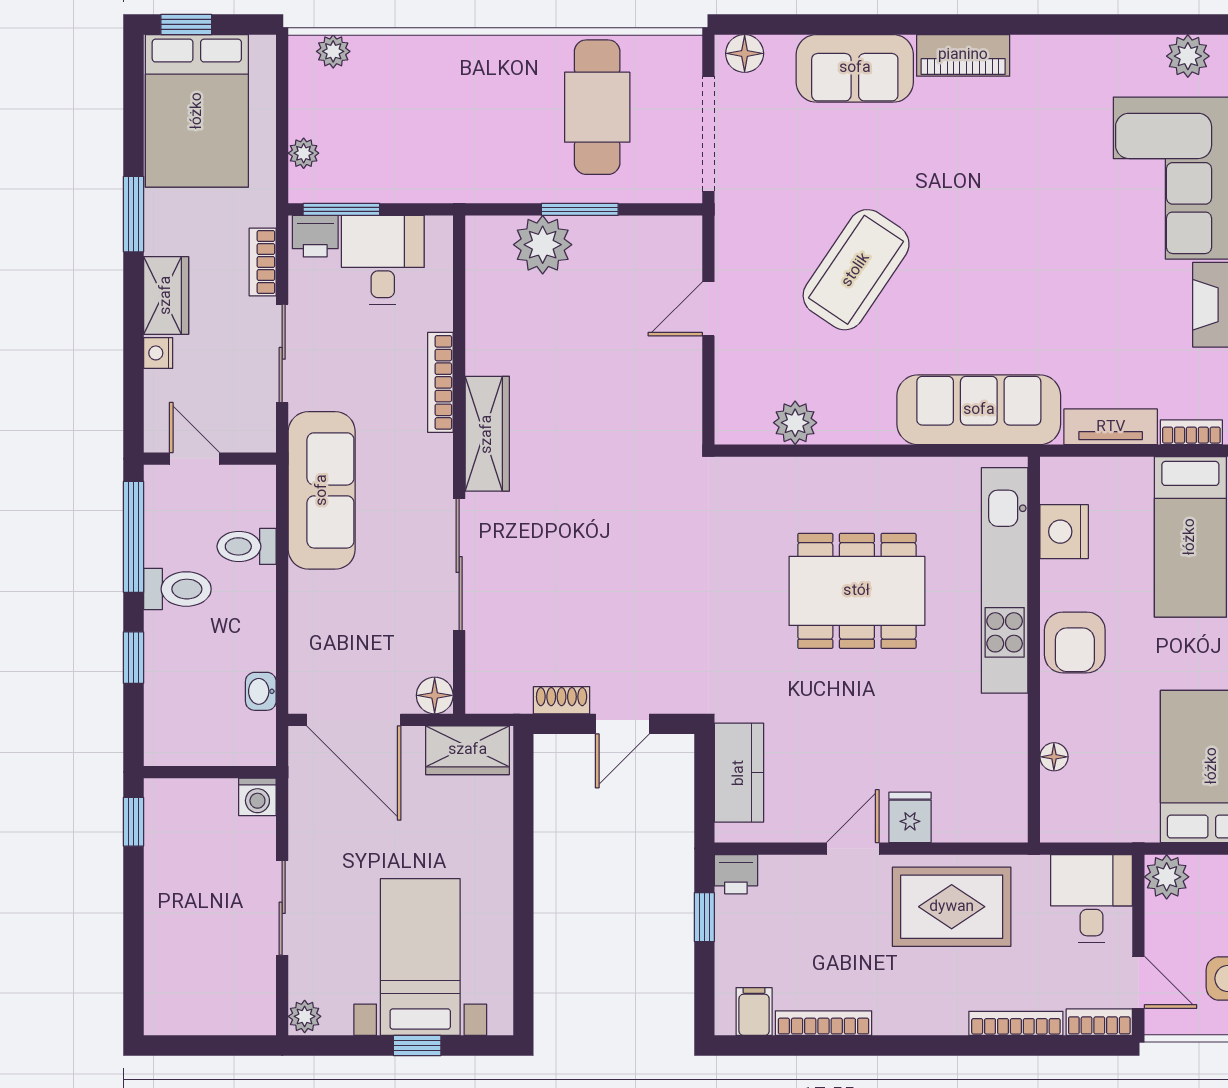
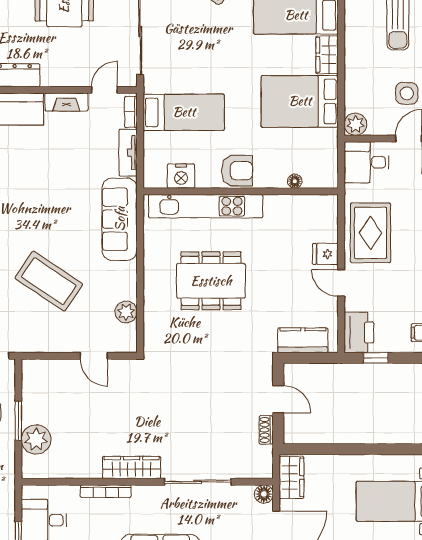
door: (708, 309) -> (94, 356), moved
dining table: (857, 591) -> (211, 281), turned 90
printer: (736, 874) -> (359, 332), width x1.87, depth x1.48

